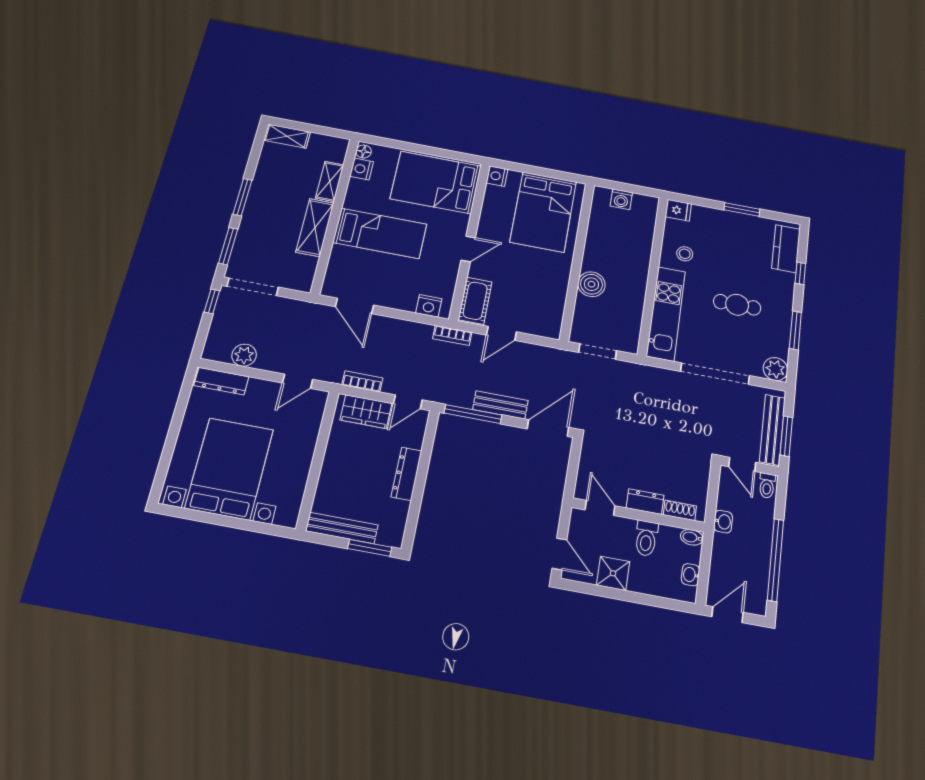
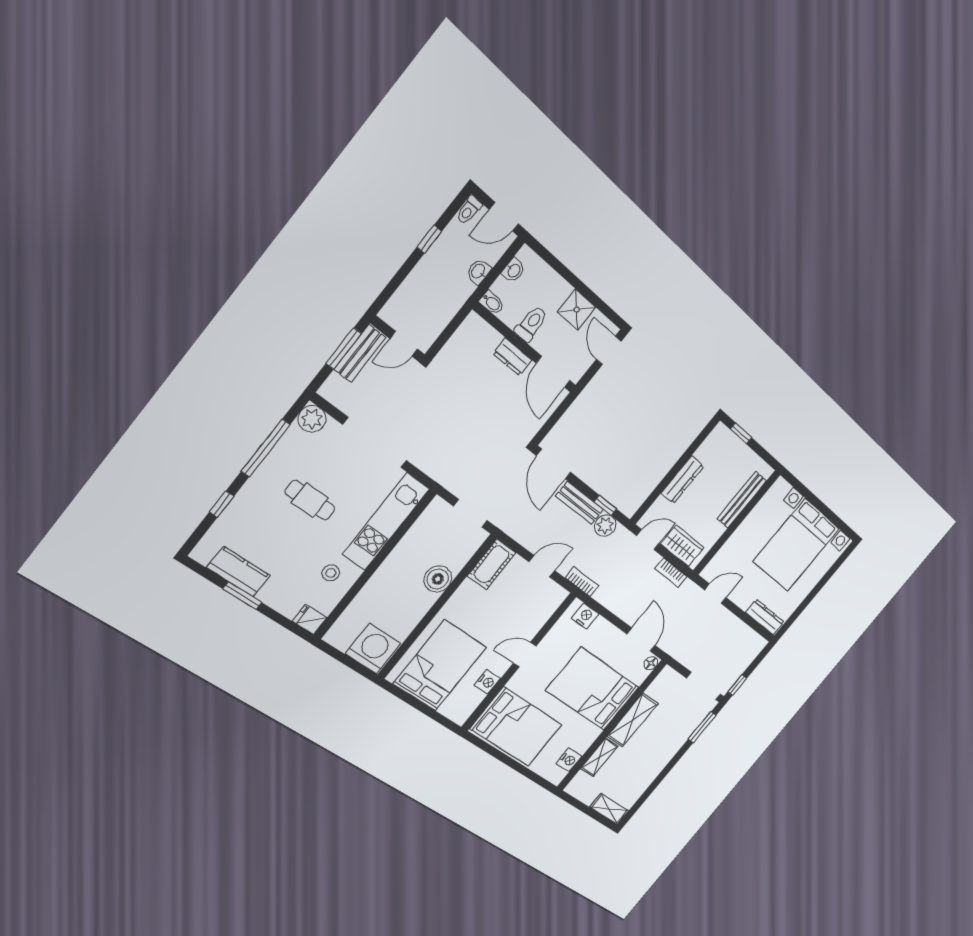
floor lamp: (364, 151) -> (651, 663), moved
nightstand: (497, 176) -> (487, 682), moved
window: (242, 197) -> (670, 766), removed
washing machine: (621, 199) -> (373, 649), width x1.89, depth x1.89
bed: (380, 233) -> (593, 689), width x1.50
kitchen counter: (786, 249) -> (238, 572), moved, turned -90
cot: (475, 301) -> (492, 564), moved
window: (795, 330) -> (266, 448), width x1.44
plant: (244, 355) -> (605, 526), moved
window: (473, 414) -> (605, 505), width x0.46
door: (548, 428) -> (554, 464), hinge flipped
bench: (772, 430) -> (360, 354), width x0.73
door: (742, 464) -> (404, 344), swing flipped
toilet: (767, 486) -> (469, 210), moved, turned 180
door: (600, 508) -> (553, 372), width x1.37
shoe rack: (680, 510) -> (487, 332), removed
washbasin: (723, 522) -> (478, 272), moved
bench: (342, 528) -> (742, 500), moved, turned 90
window: (370, 548) -> (741, 433), width x0.67
window: (775, 560) -> (429, 239), width x0.32

